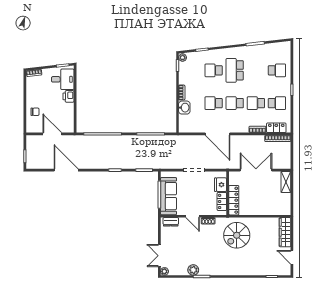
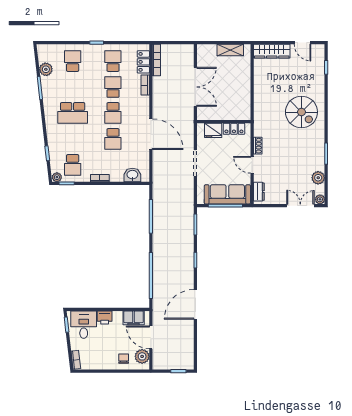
plant: (270, 49) -> (46, 69), added
school desk: (214, 70) -> (73, 165), moved
school desk: (256, 103) -> (113, 87), turned 180
washbasin: (184, 108) -> (132, 175), moved
filing cabinet: (68, 120) -> (134, 318), added
plant: (37, 127) -> (142, 356), added
door: (52, 134) -> (151, 337), hinge flipped
door: (217, 134) -> (151, 134), hinge flipped
door: (66, 170) -> (195, 304), moved
double door: (256, 170) -> (195, 87), swing flipped
shelving: (286, 182) -> (230, 50), moved
locker: (234, 200) -> (232, 114), removed
door: (193, 216) -> (252, 165), swing flipped
spiral stairs: (237, 235) -> (301, 112), moved
double door: (159, 256) -> (300, 206), swing flipped
door: (292, 257) -> (303, 43), hinge flipped
plant: (193, 270) -> (318, 178), moved

